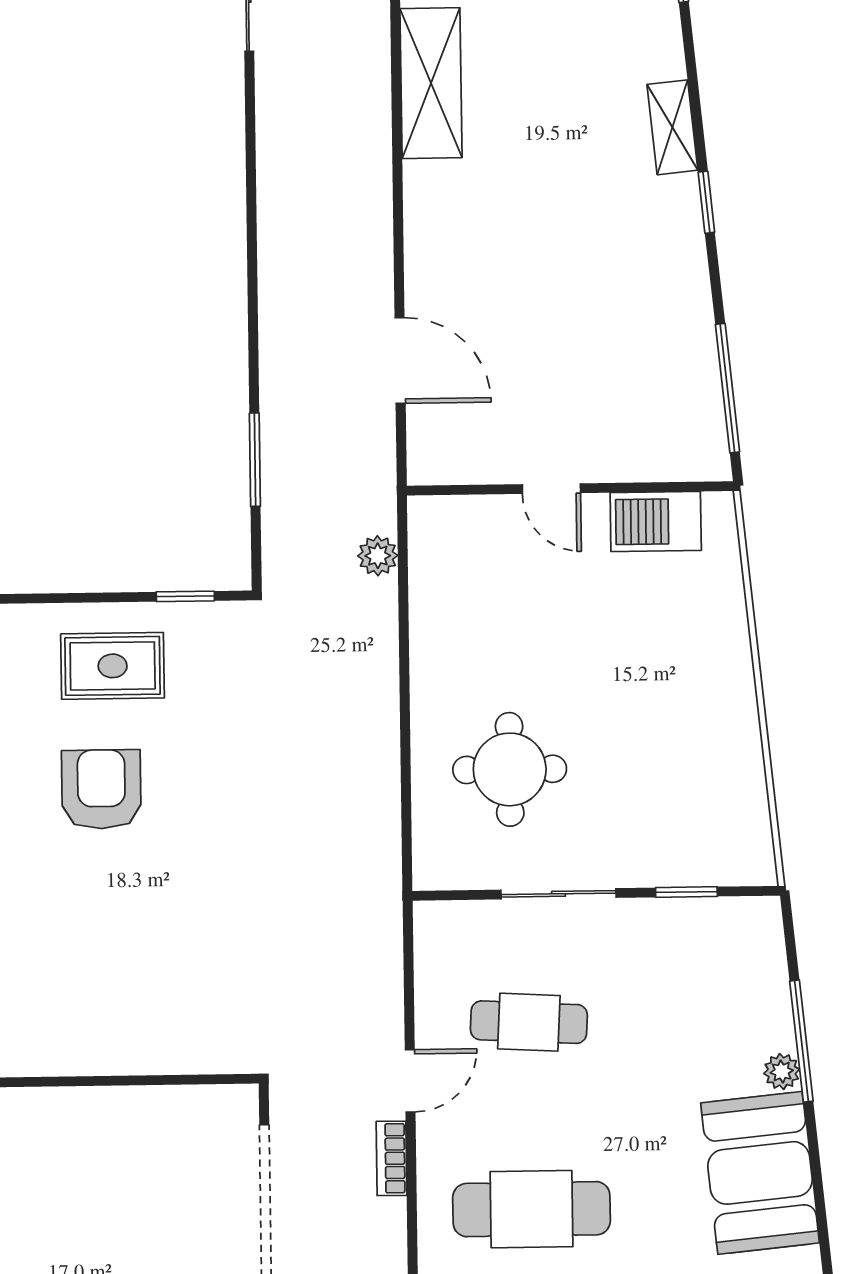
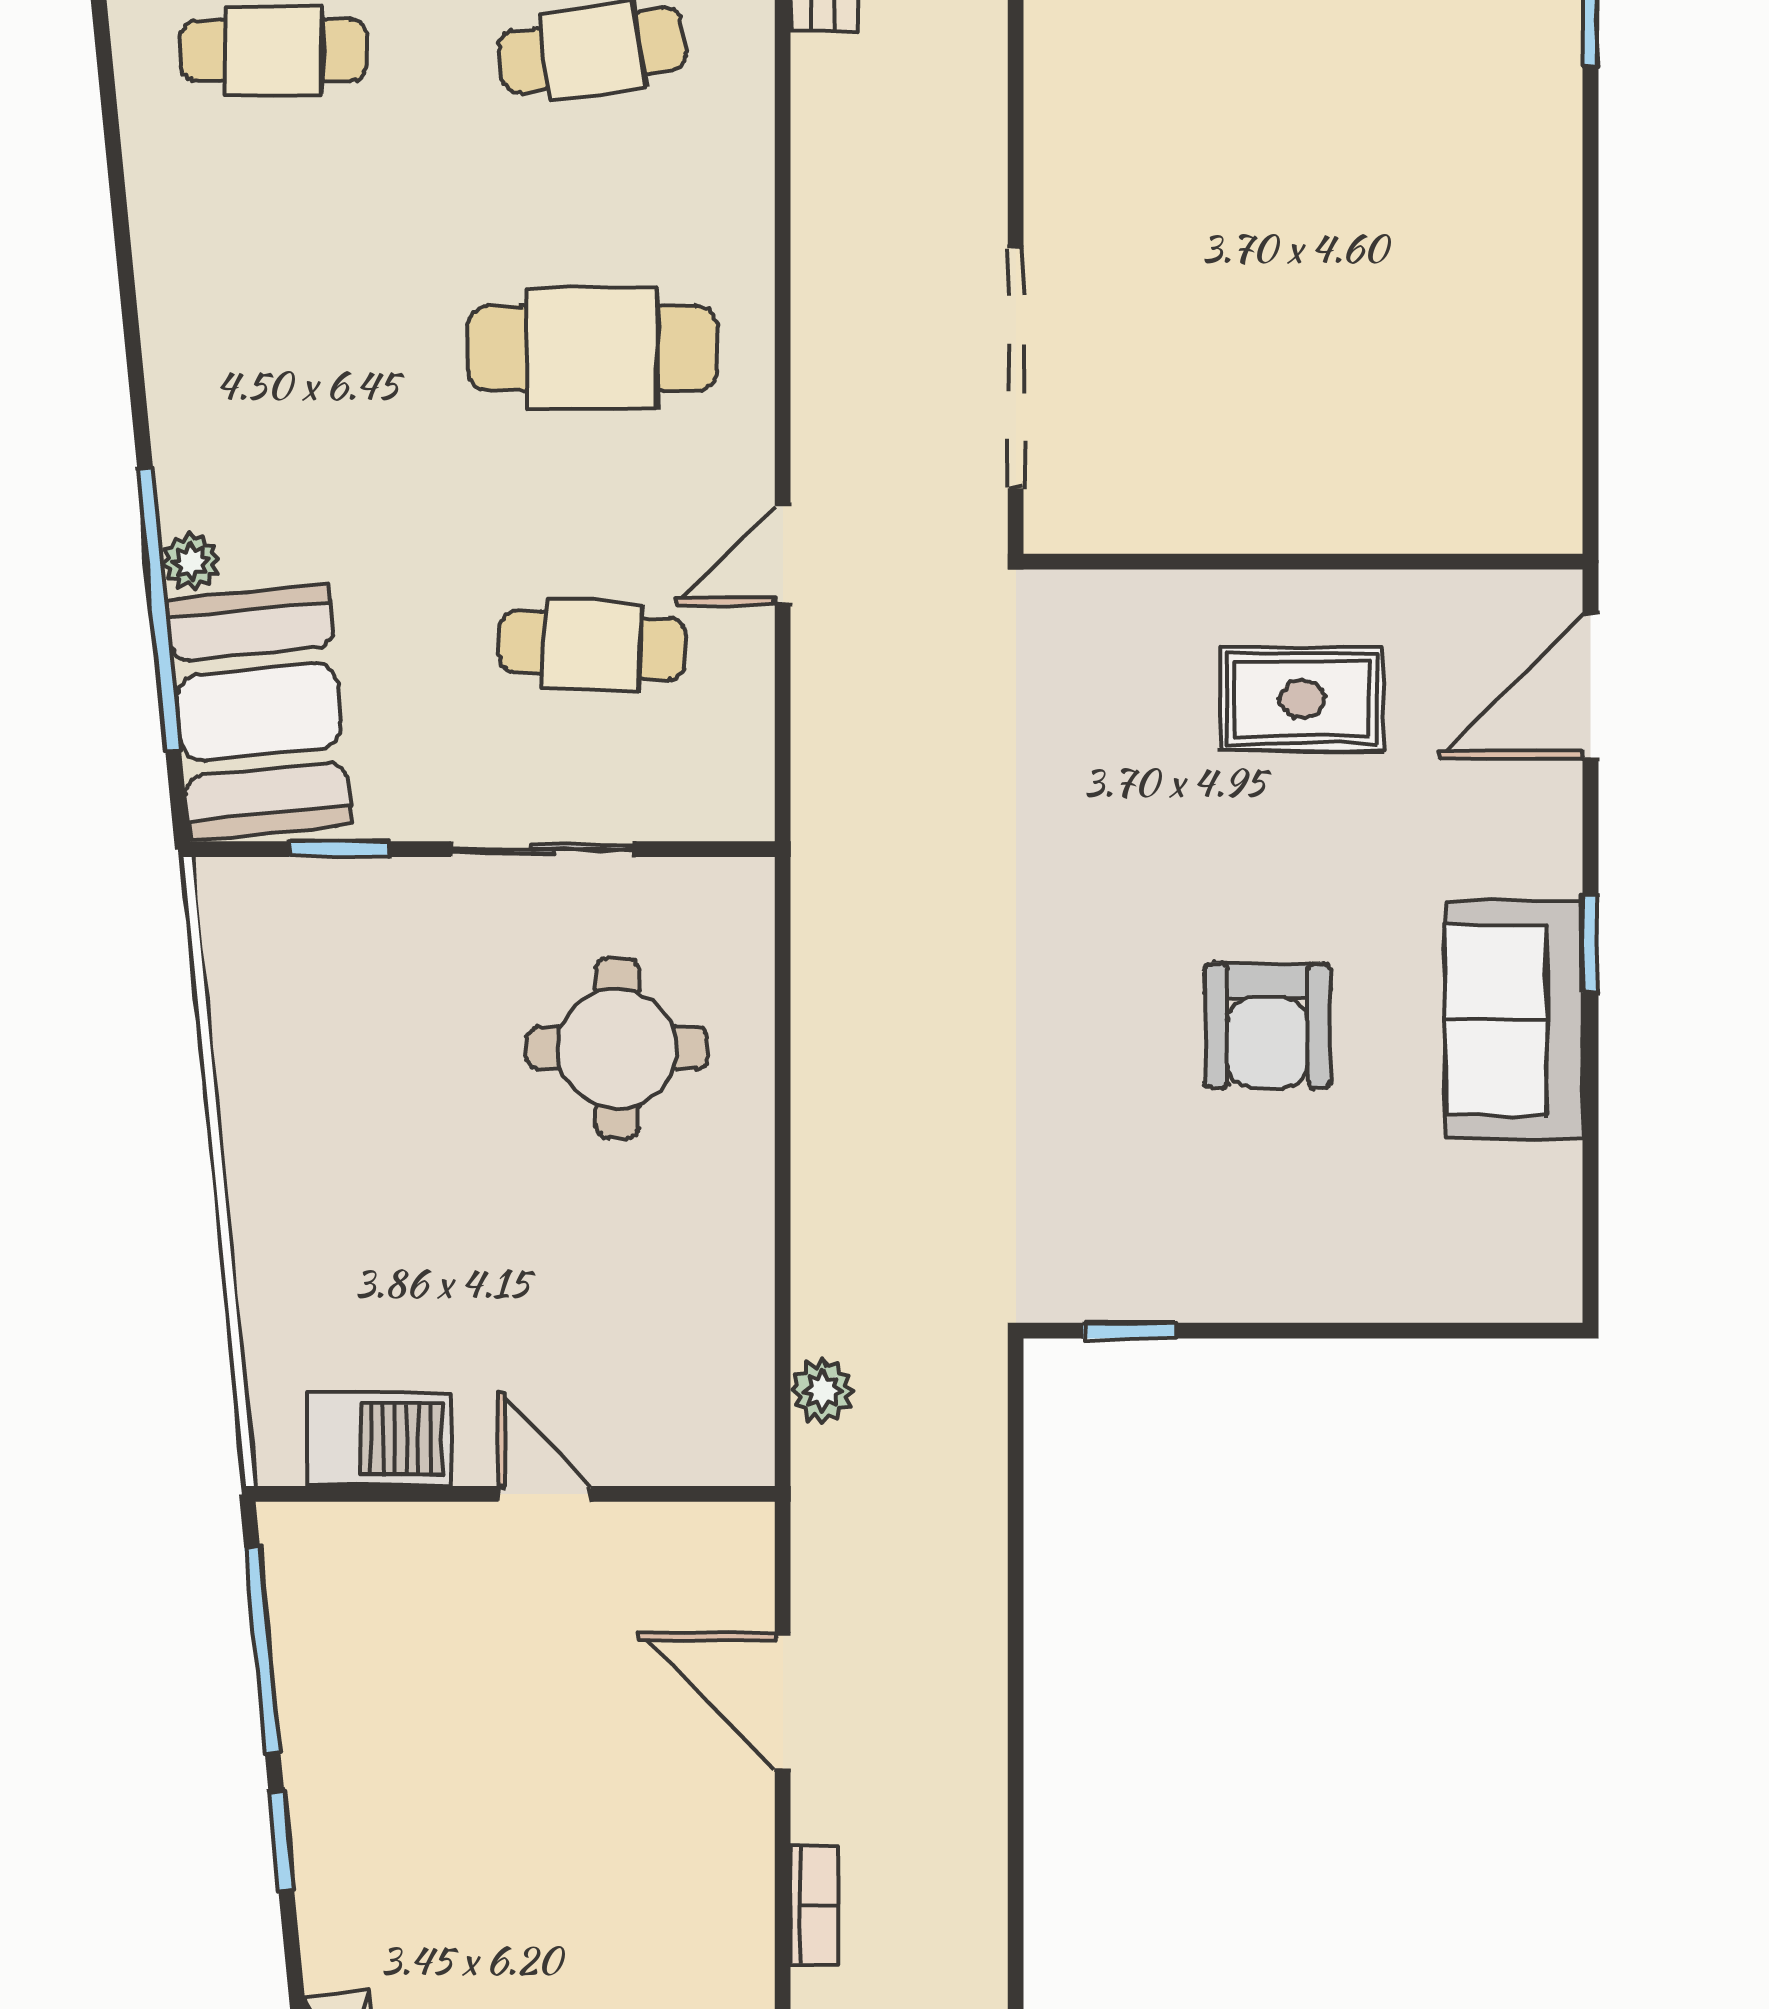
window: (706, 202) -> (281, 1840), moved
window: (255, 460) -> (1016, 1547), removed
rug: (113, 666) -> (1302, 699), moved
window: (801, 1041) -> (159, 609), width x1.46
bookcase: (391, 1158) -> (814, 1905), moved
booth: (760, 1173) -> (259, 712), moved

